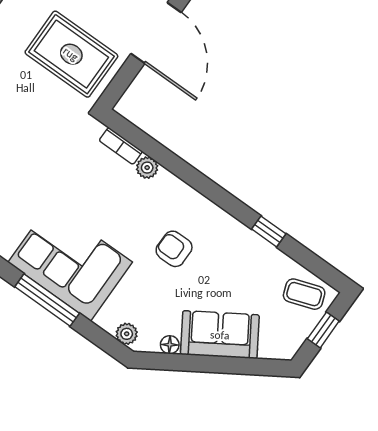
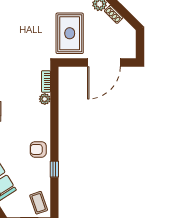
armchair: (174, 249) -> (38, 149), moved, turned -90

